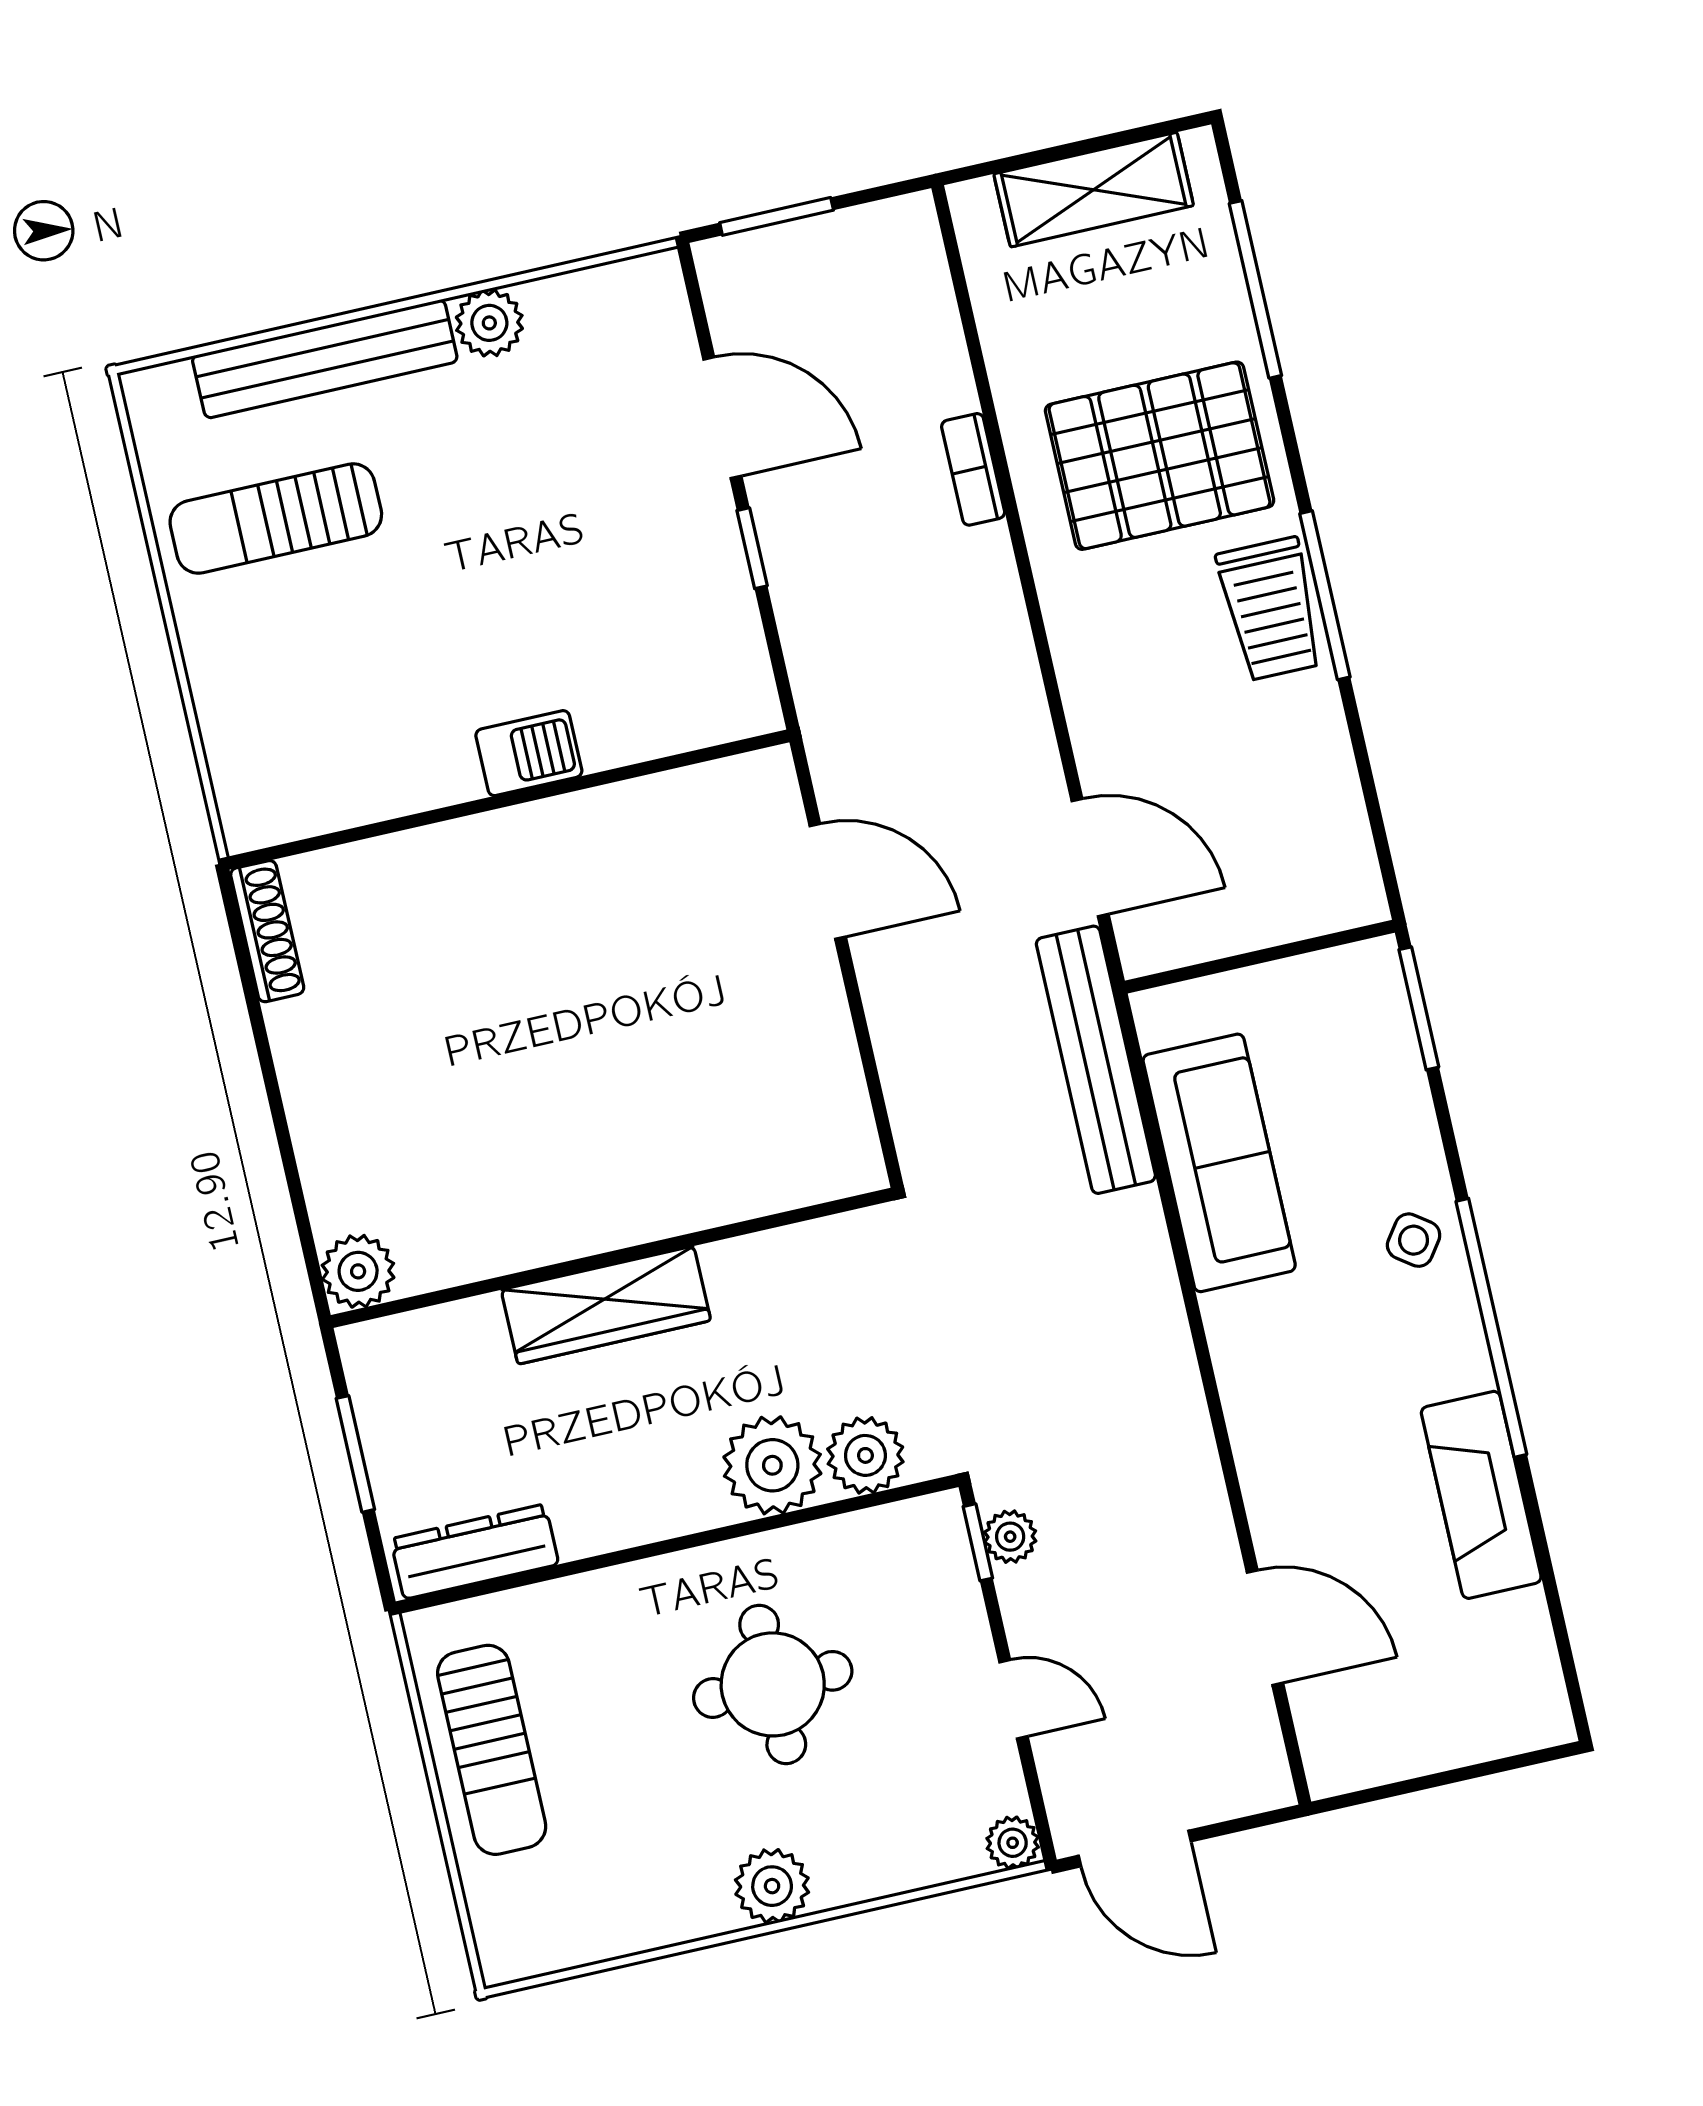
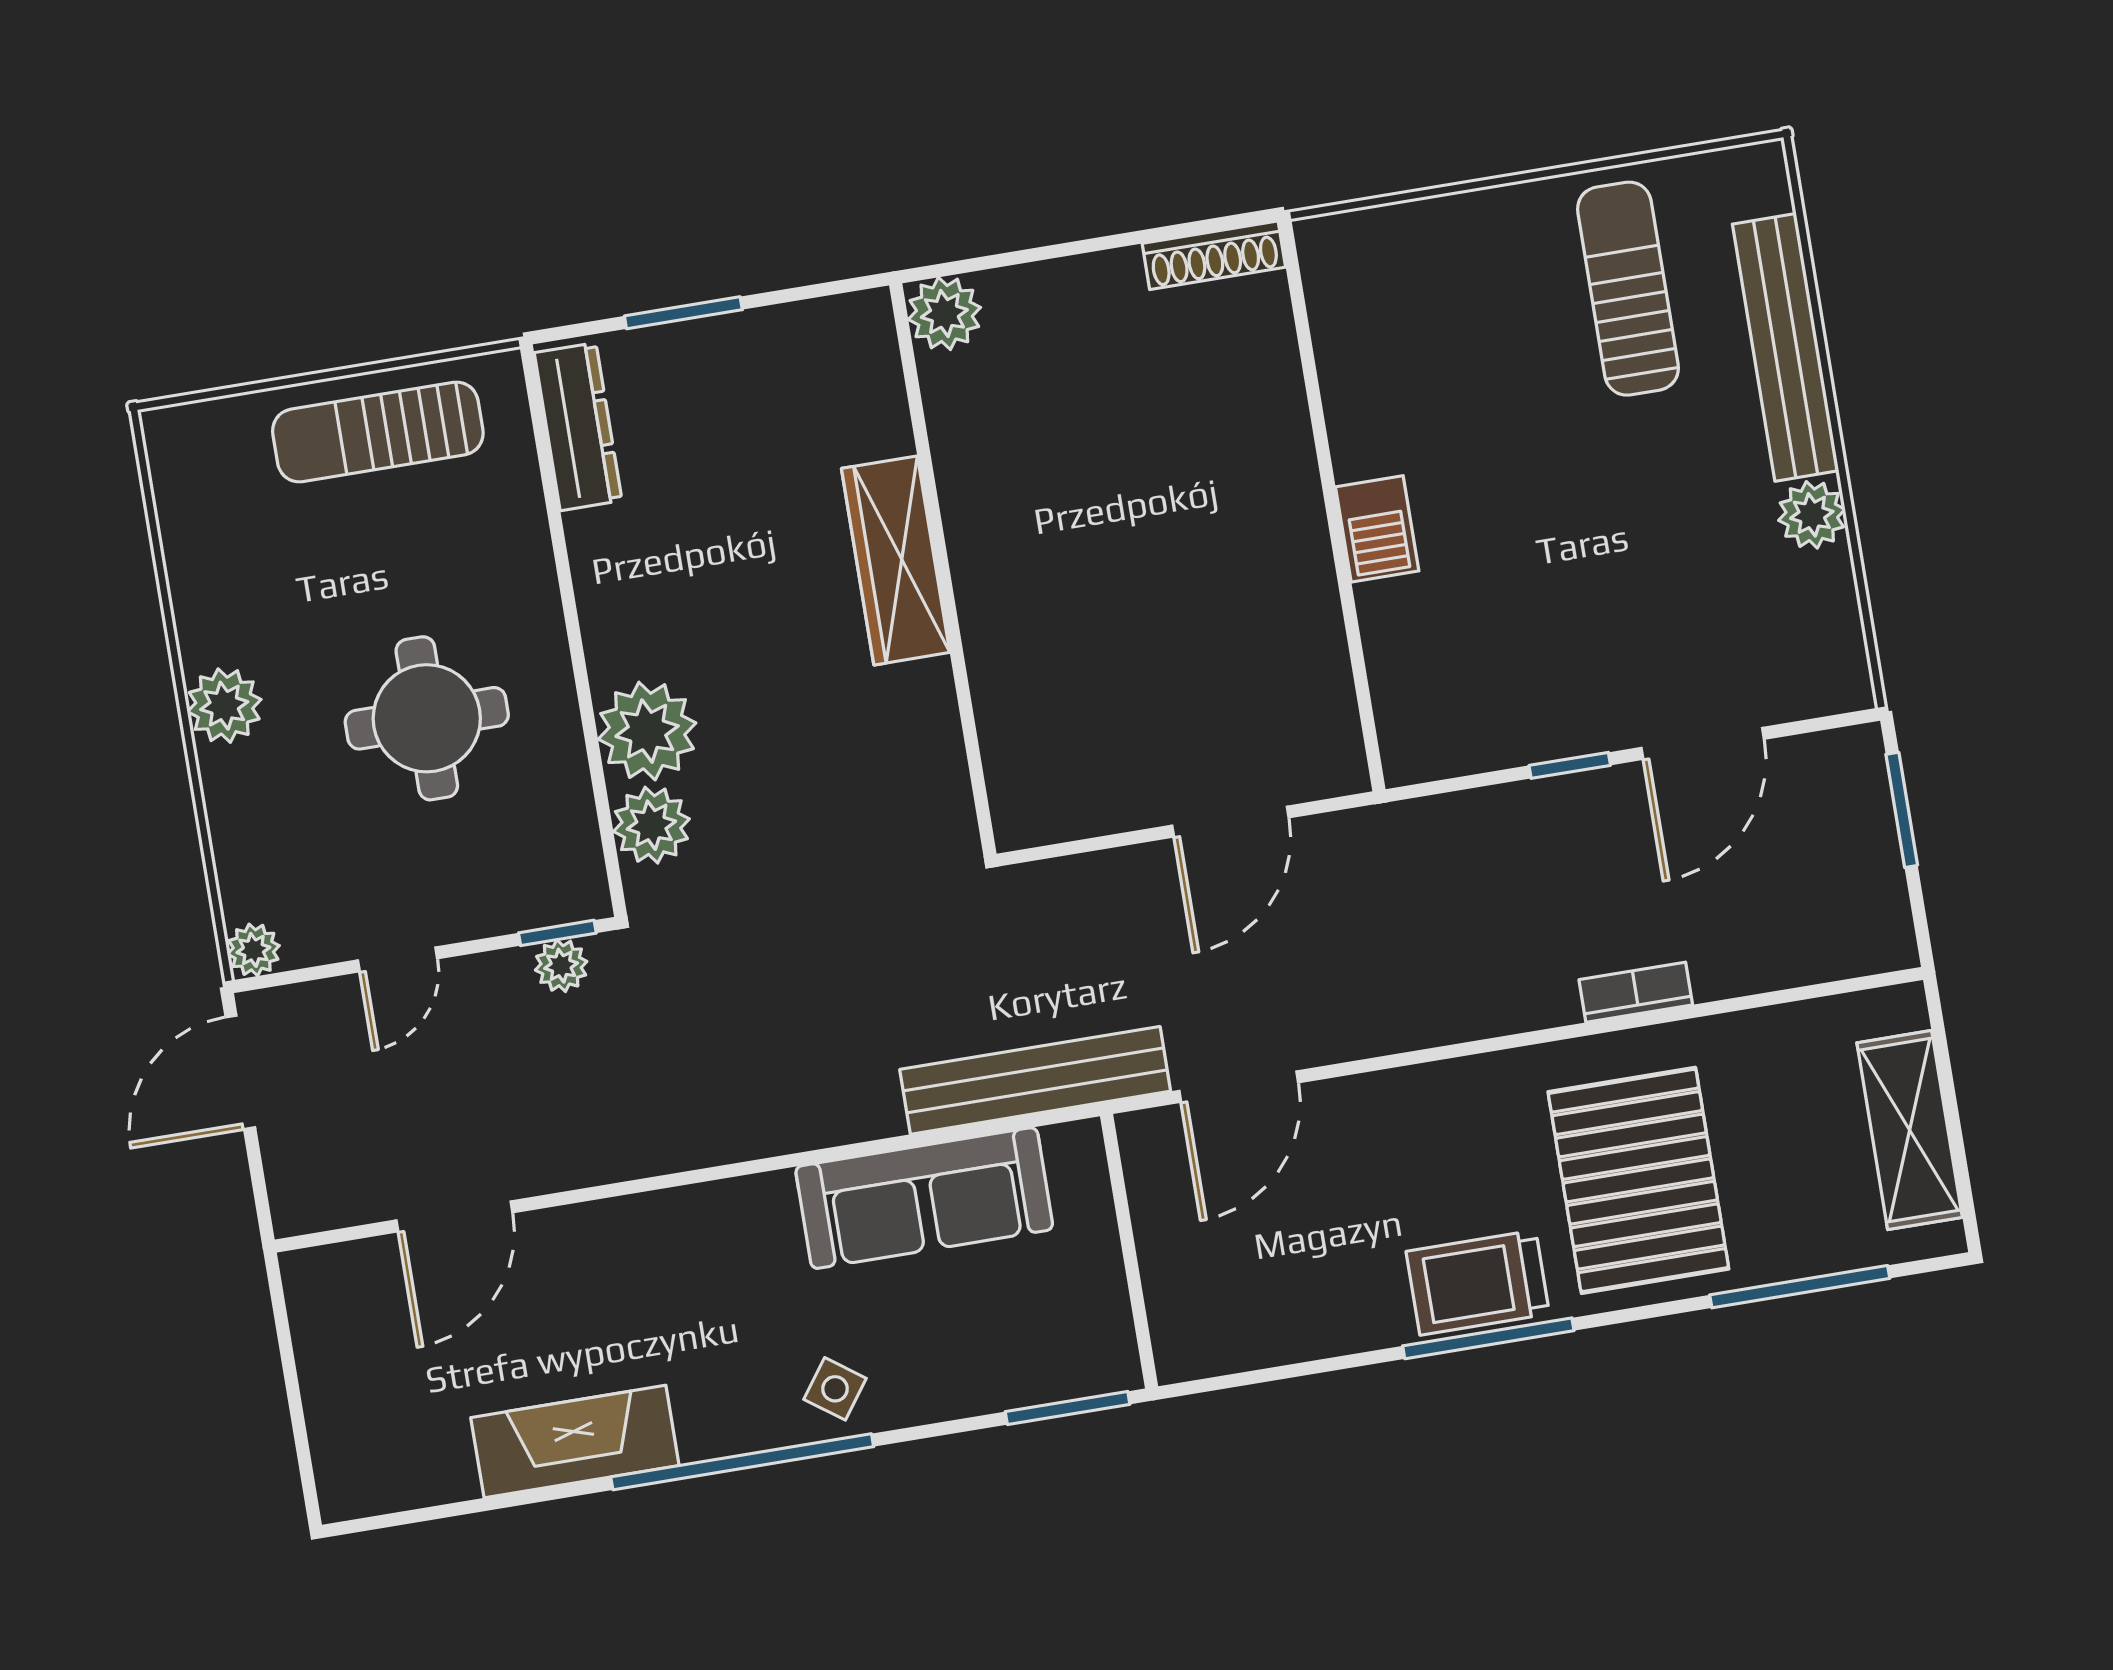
wall: (612, 1258) -> (943, 569), moved
plant: (358, 1271) -> (944, 313), moved
wardrobe: (606, 1305) -> (896, 560), moved

